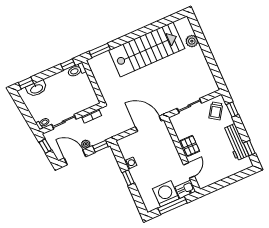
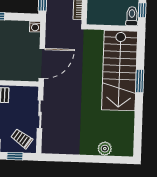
stairs: (147, 49) -> (120, 70), moved
window: (100, 50) -> (140, 81), moved
washing machine: (131, 163) -> (35, 27), moved

